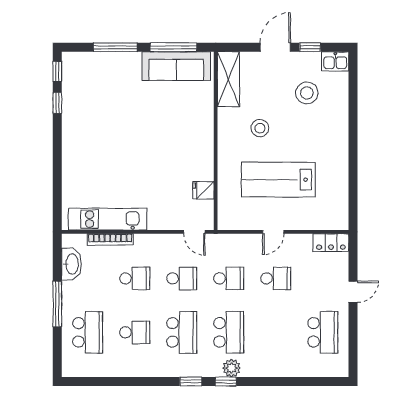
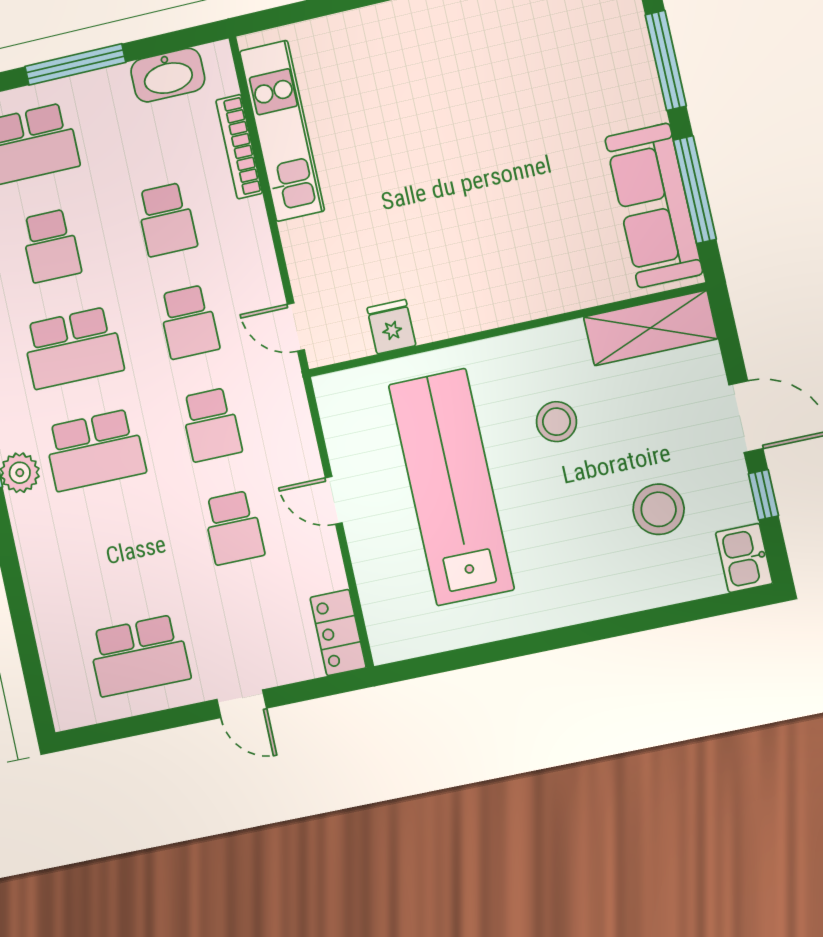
lab bench: (278, 180) -> (451, 487), width x1.36
door: (194, 232) -> (296, 327), hinge flipped

